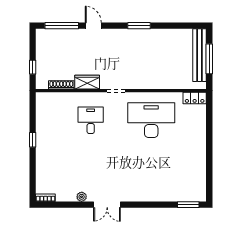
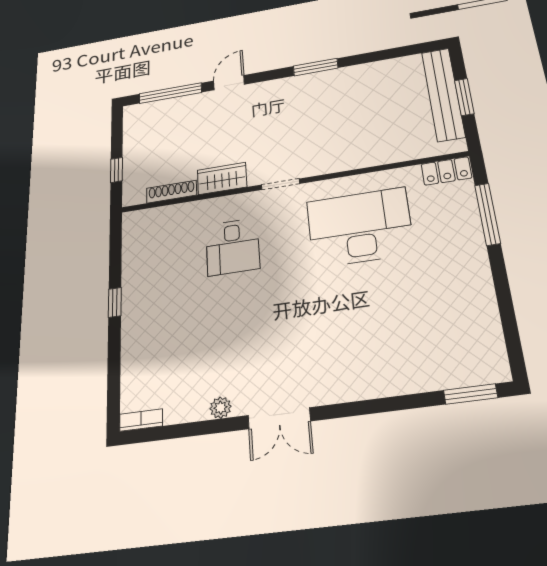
door: (93, 26) -> (229, 83), hinge flipped
window: (209, 59) -> (464, 97), width x0.69
desk: (91, 120) -> (233, 247), turned 180
window: (209, 123) -> (488, 214), added

